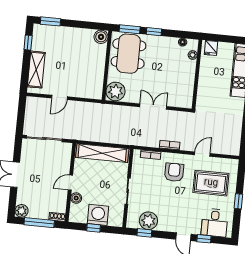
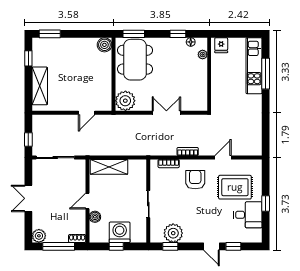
window: (154, 32) -> (178, 34), moved
door: (60, 97) -> (87, 113), moved
window: (21, 119) -> (28, 139), added
shelving: (102, 153) -> (109, 167), width x0.68
desk: (215, 223) -> (248, 215), moved, turned -90

